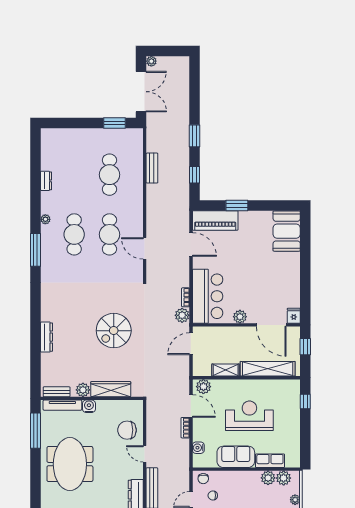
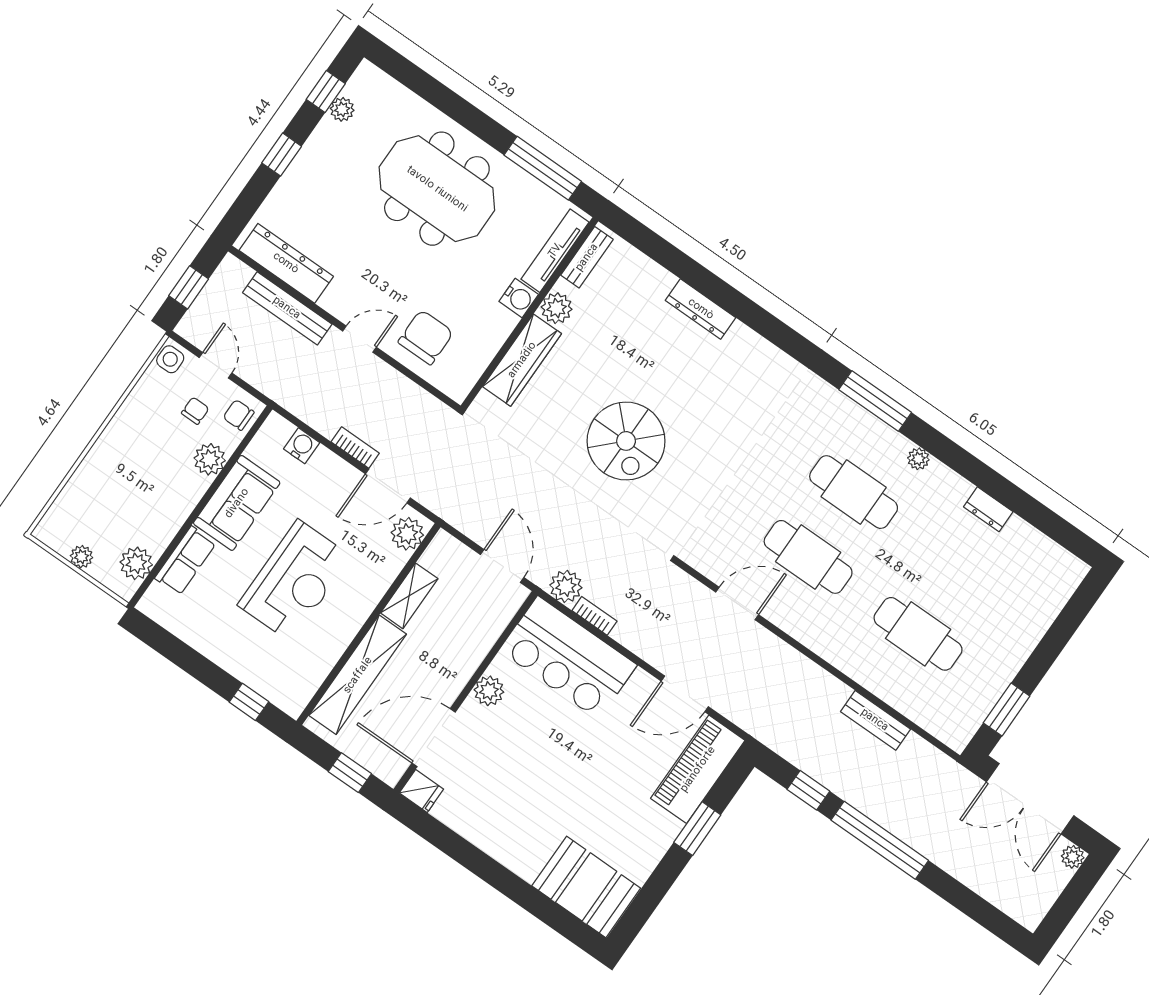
window: (195, 136) -> (880, 840), width x2.11
spiral stairs: (114, 331) -> (626, 441), turned 180
plant: (268, 478) -> (210, 459), moved

